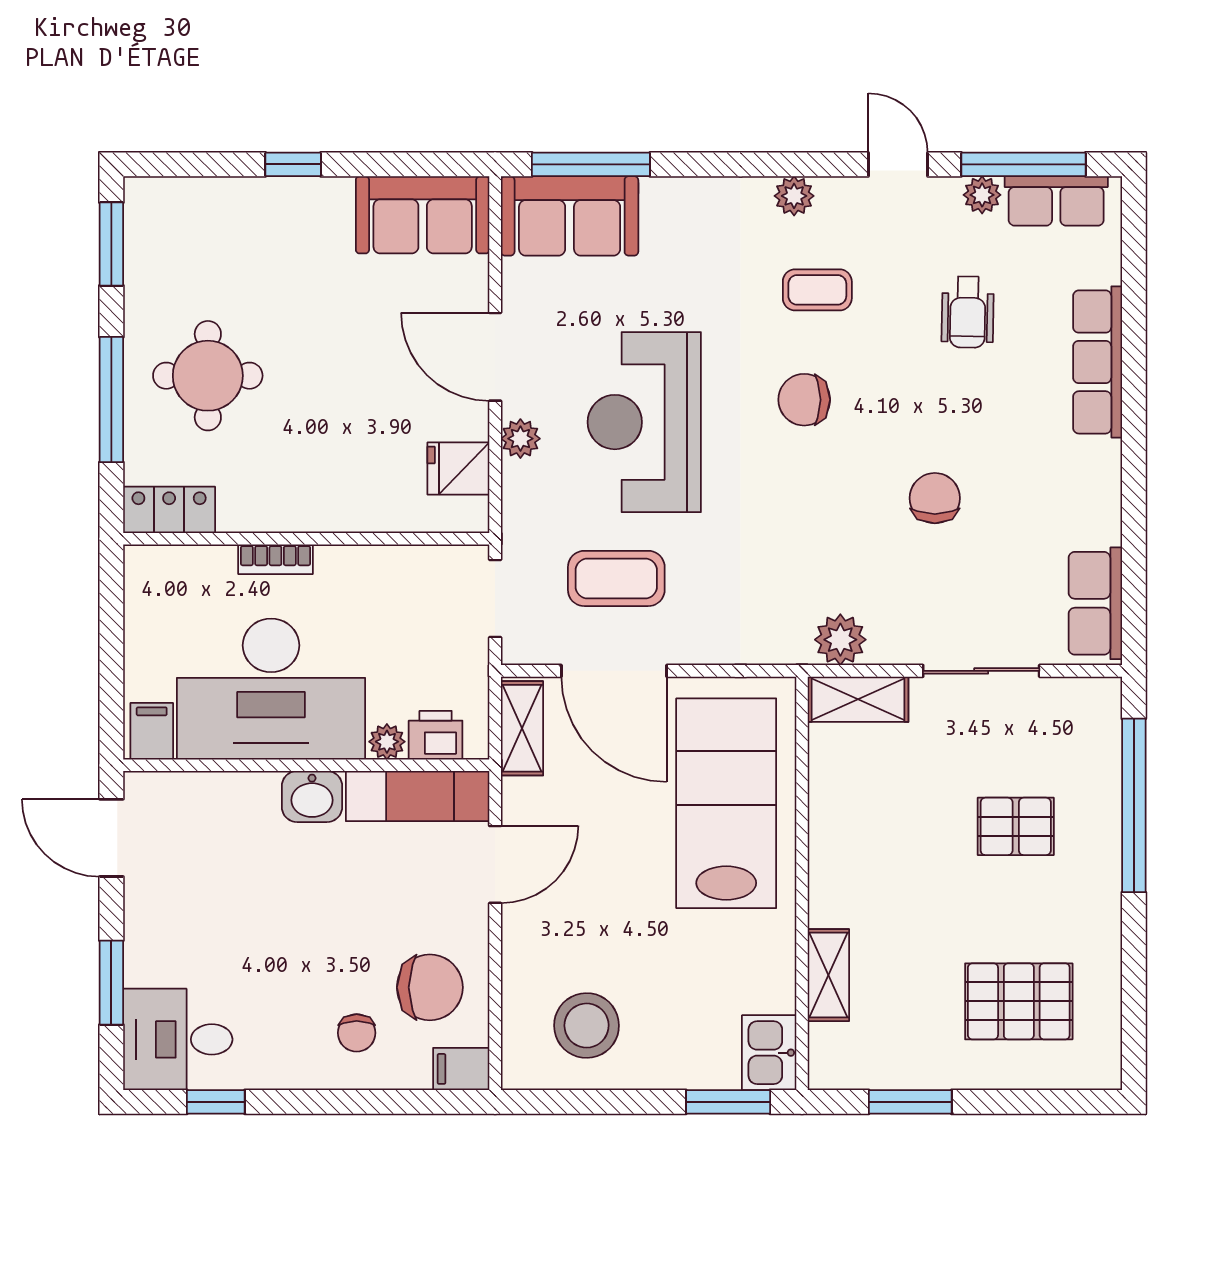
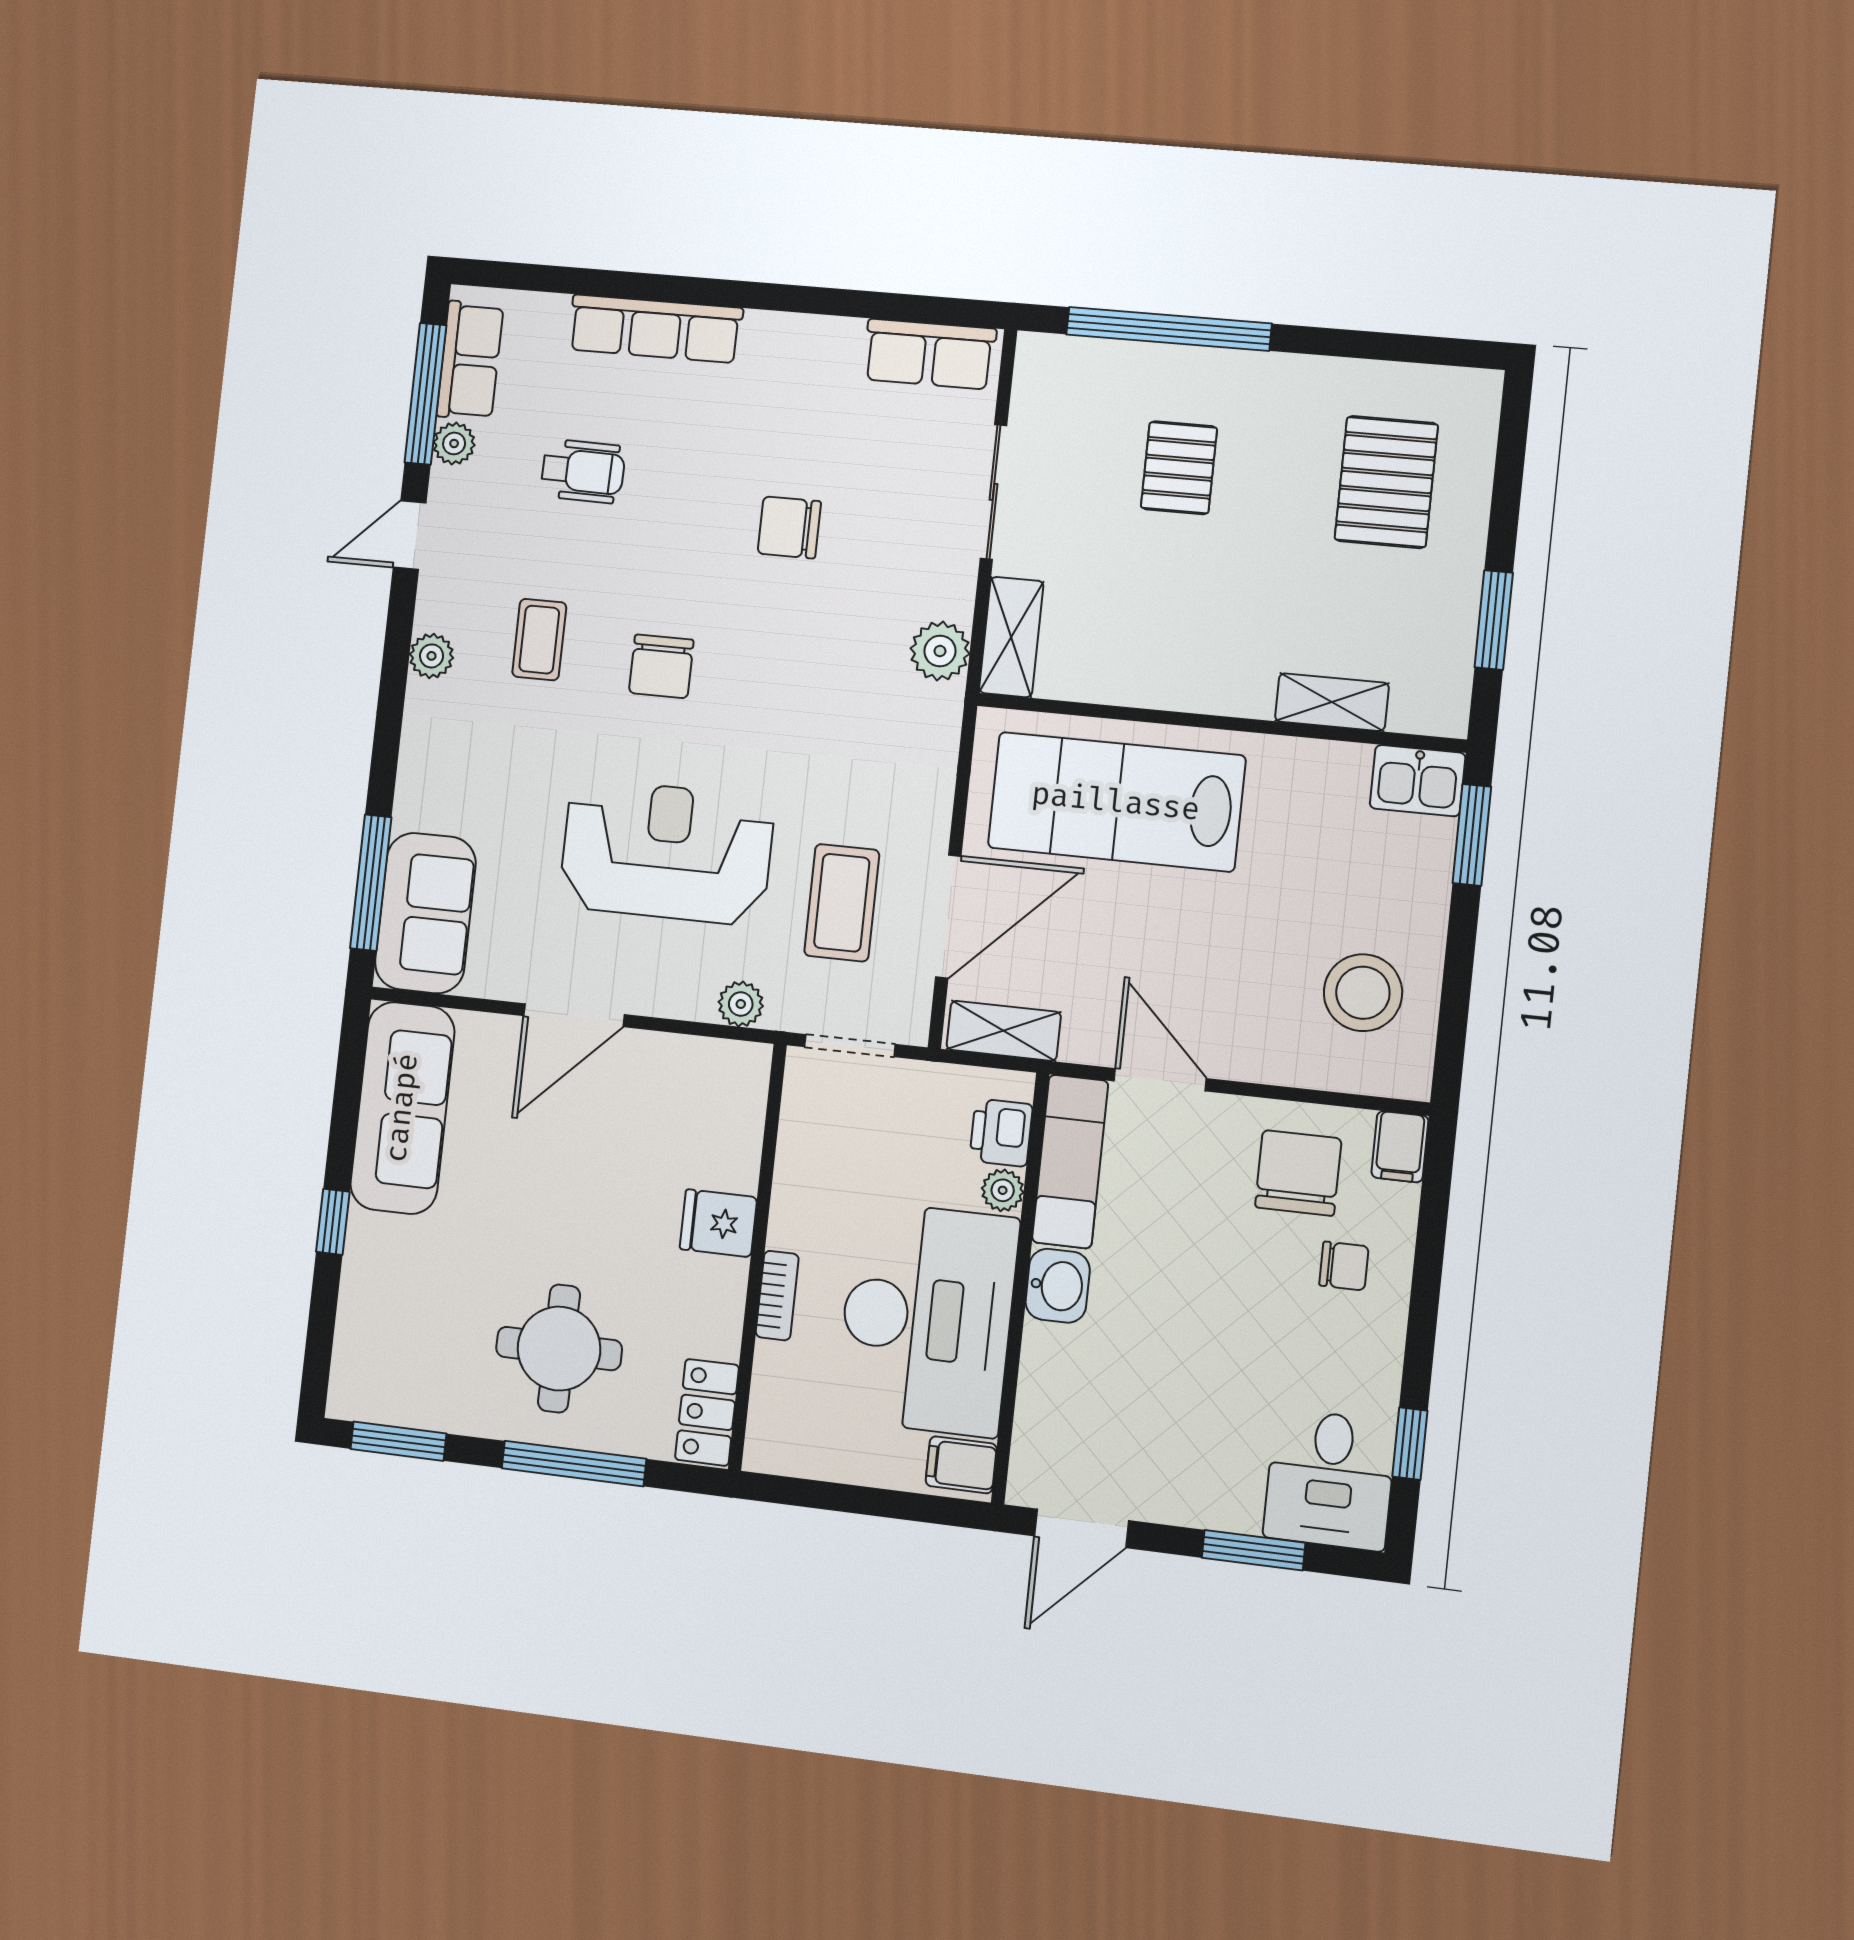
sofa: (423, 215) -> (402, 1108), width x1.36
reception desk: (644, 422) -> (667, 852), turned 180
plant: (520, 439) -> (741, 1004), moved
fridge: (458, 469) -> (718, 1223), moved, turned 90

